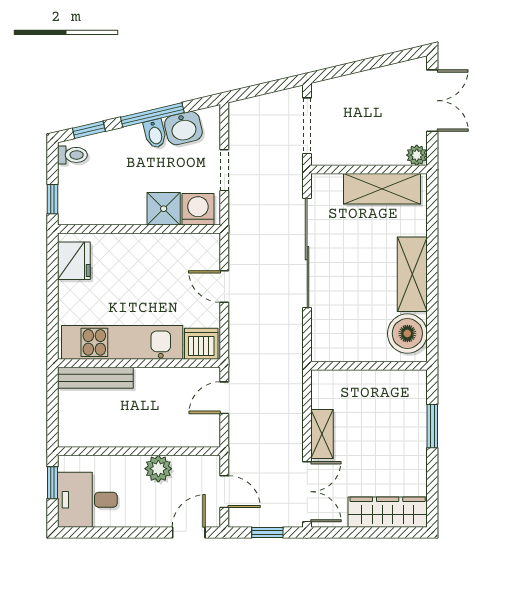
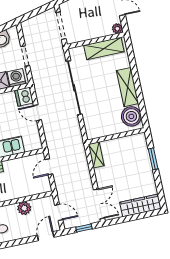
dishwasher: (201, 344) -> (24, 97), moved, turned -90
shelving: (322, 434) -> (96, 155), moved

